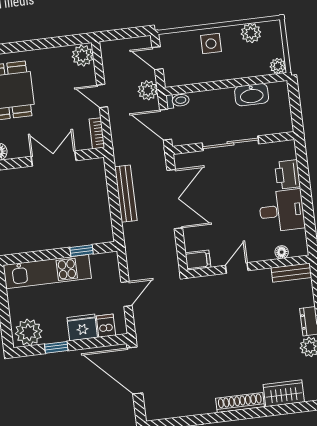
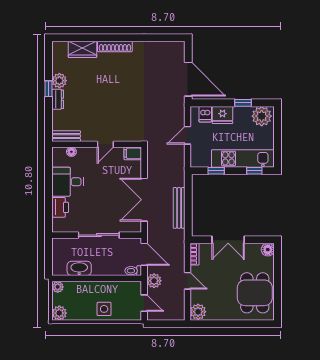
plant: (251, 33) -> (59, 313), moved
window: (29, 257) -> (254, 171), added

